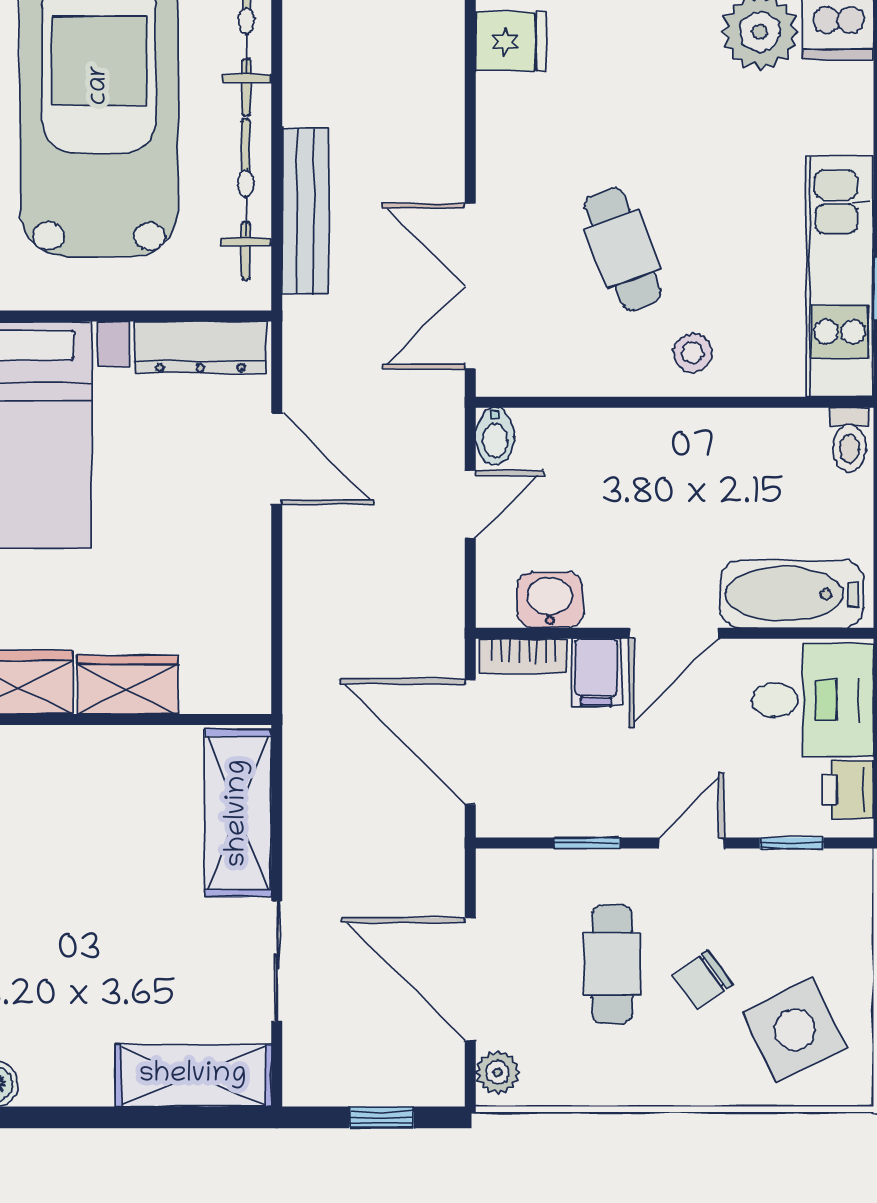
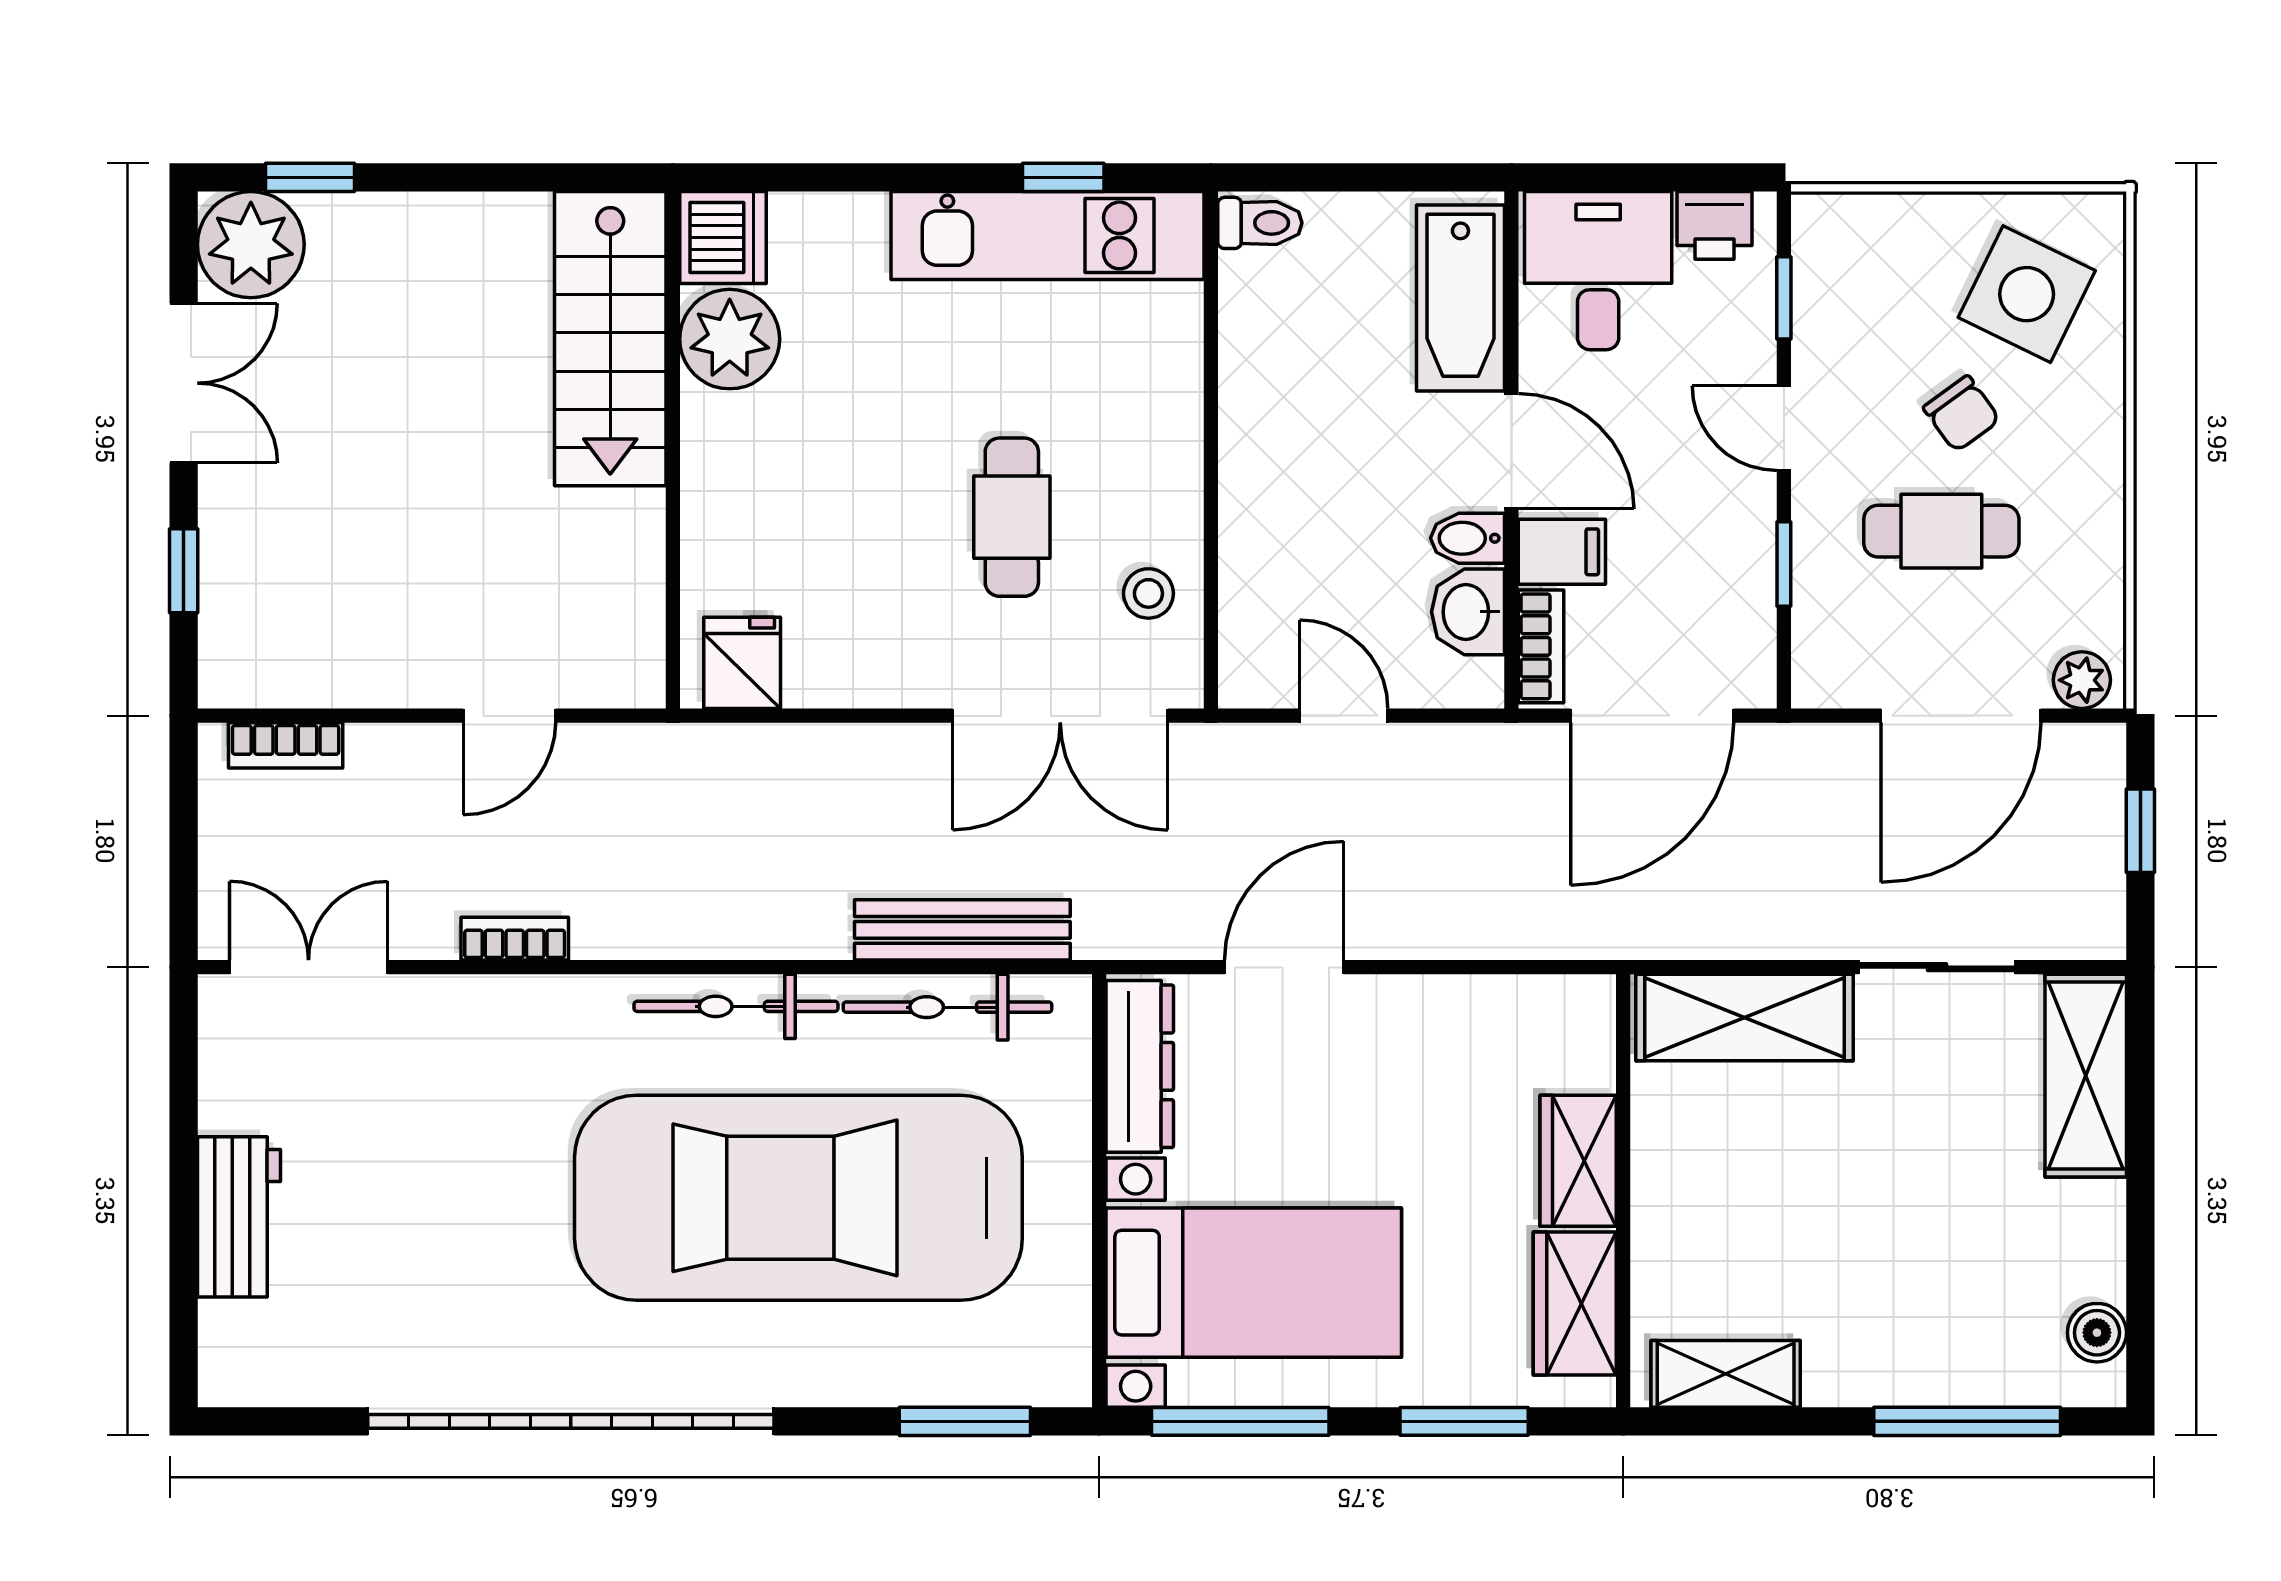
cafe table: (623, 249) -> (1012, 517), turned -69
stool: (693, 353) -> (1148, 593), moved
bidet: (495, 436) -> (1467, 538), moved, turned 180
side table: (795, 1030) -> (2027, 294), turned -38

